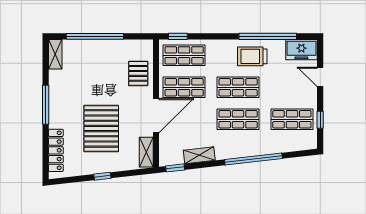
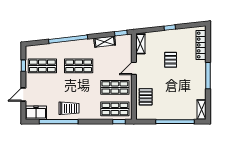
door: (320, 77) -> (23, 94), swing flipped
shop shelf: (238, 87) -> (79, 87), removed
door: (156, 116) -> (134, 68), width x0.53
pallet: (101, 128) -> (171, 60), width x0.49, depth x0.50

